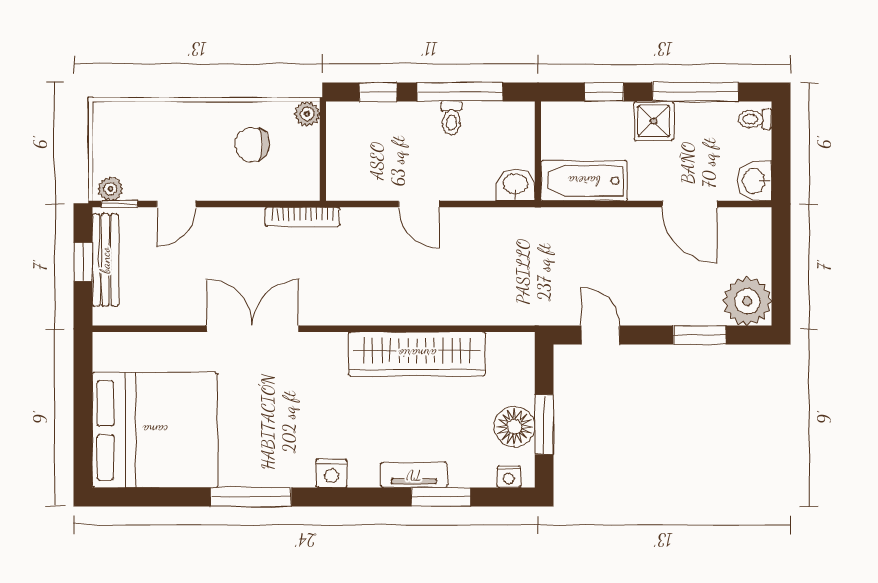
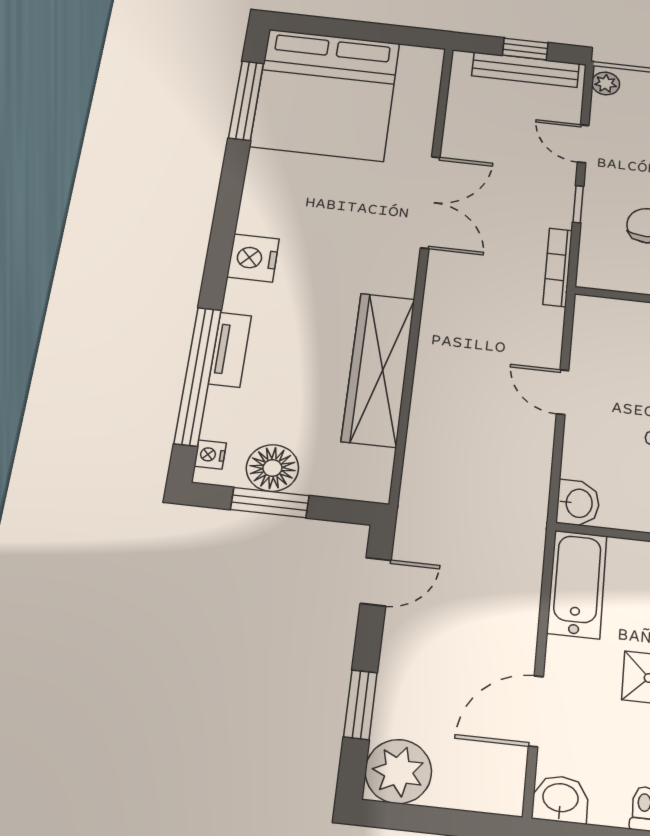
window: (120, 204) -> (578, 204), moved
door: (419, 204) -> (563, 392), hinge flipped
nightstand: (332, 473) -> (253, 258), width x1.36, depth x1.33
window: (251, 497) -> (246, 100), moved
window: (441, 497) -> (198, 376), width x2.11

